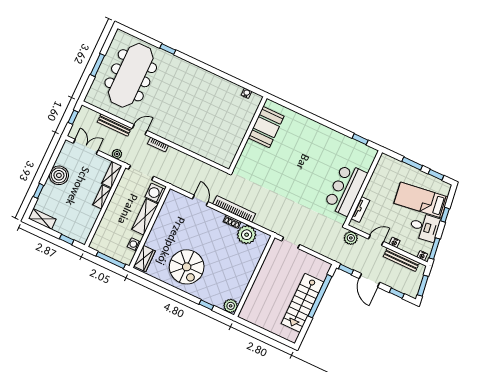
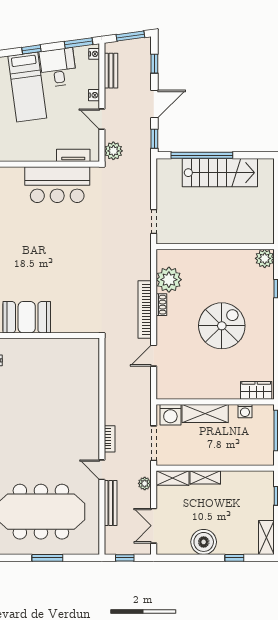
bench: (401, 260) -> (111, 71), width x0.73
spiral stairs: (187, 267) -> (222, 326), moved

